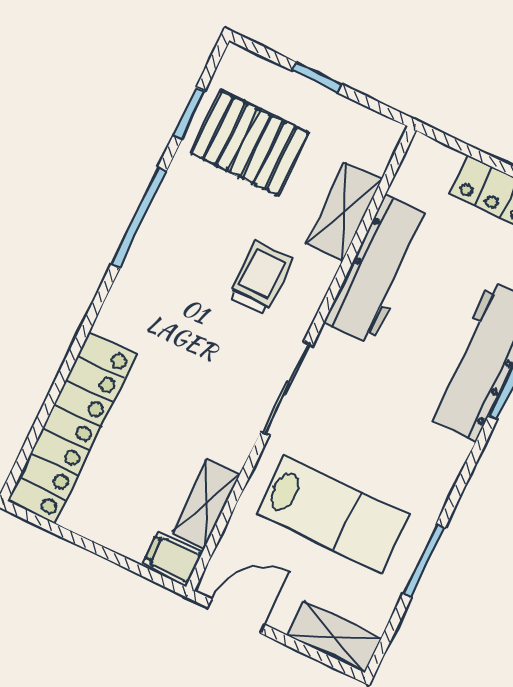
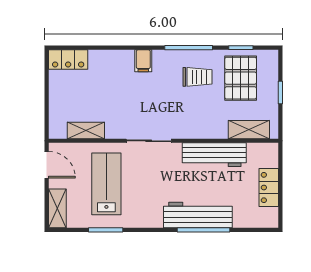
shelving: (344, 212) -> (249, 130), moved
trolley: (261, 278) -> (197, 77), moved
locker: (72, 428) -> (68, 60), width x0.46, depth x0.83
lab bench: (332, 515) -> (106, 184), turned 180
filing cabinet: (173, 558) -> (143, 61), moved, turned 180

